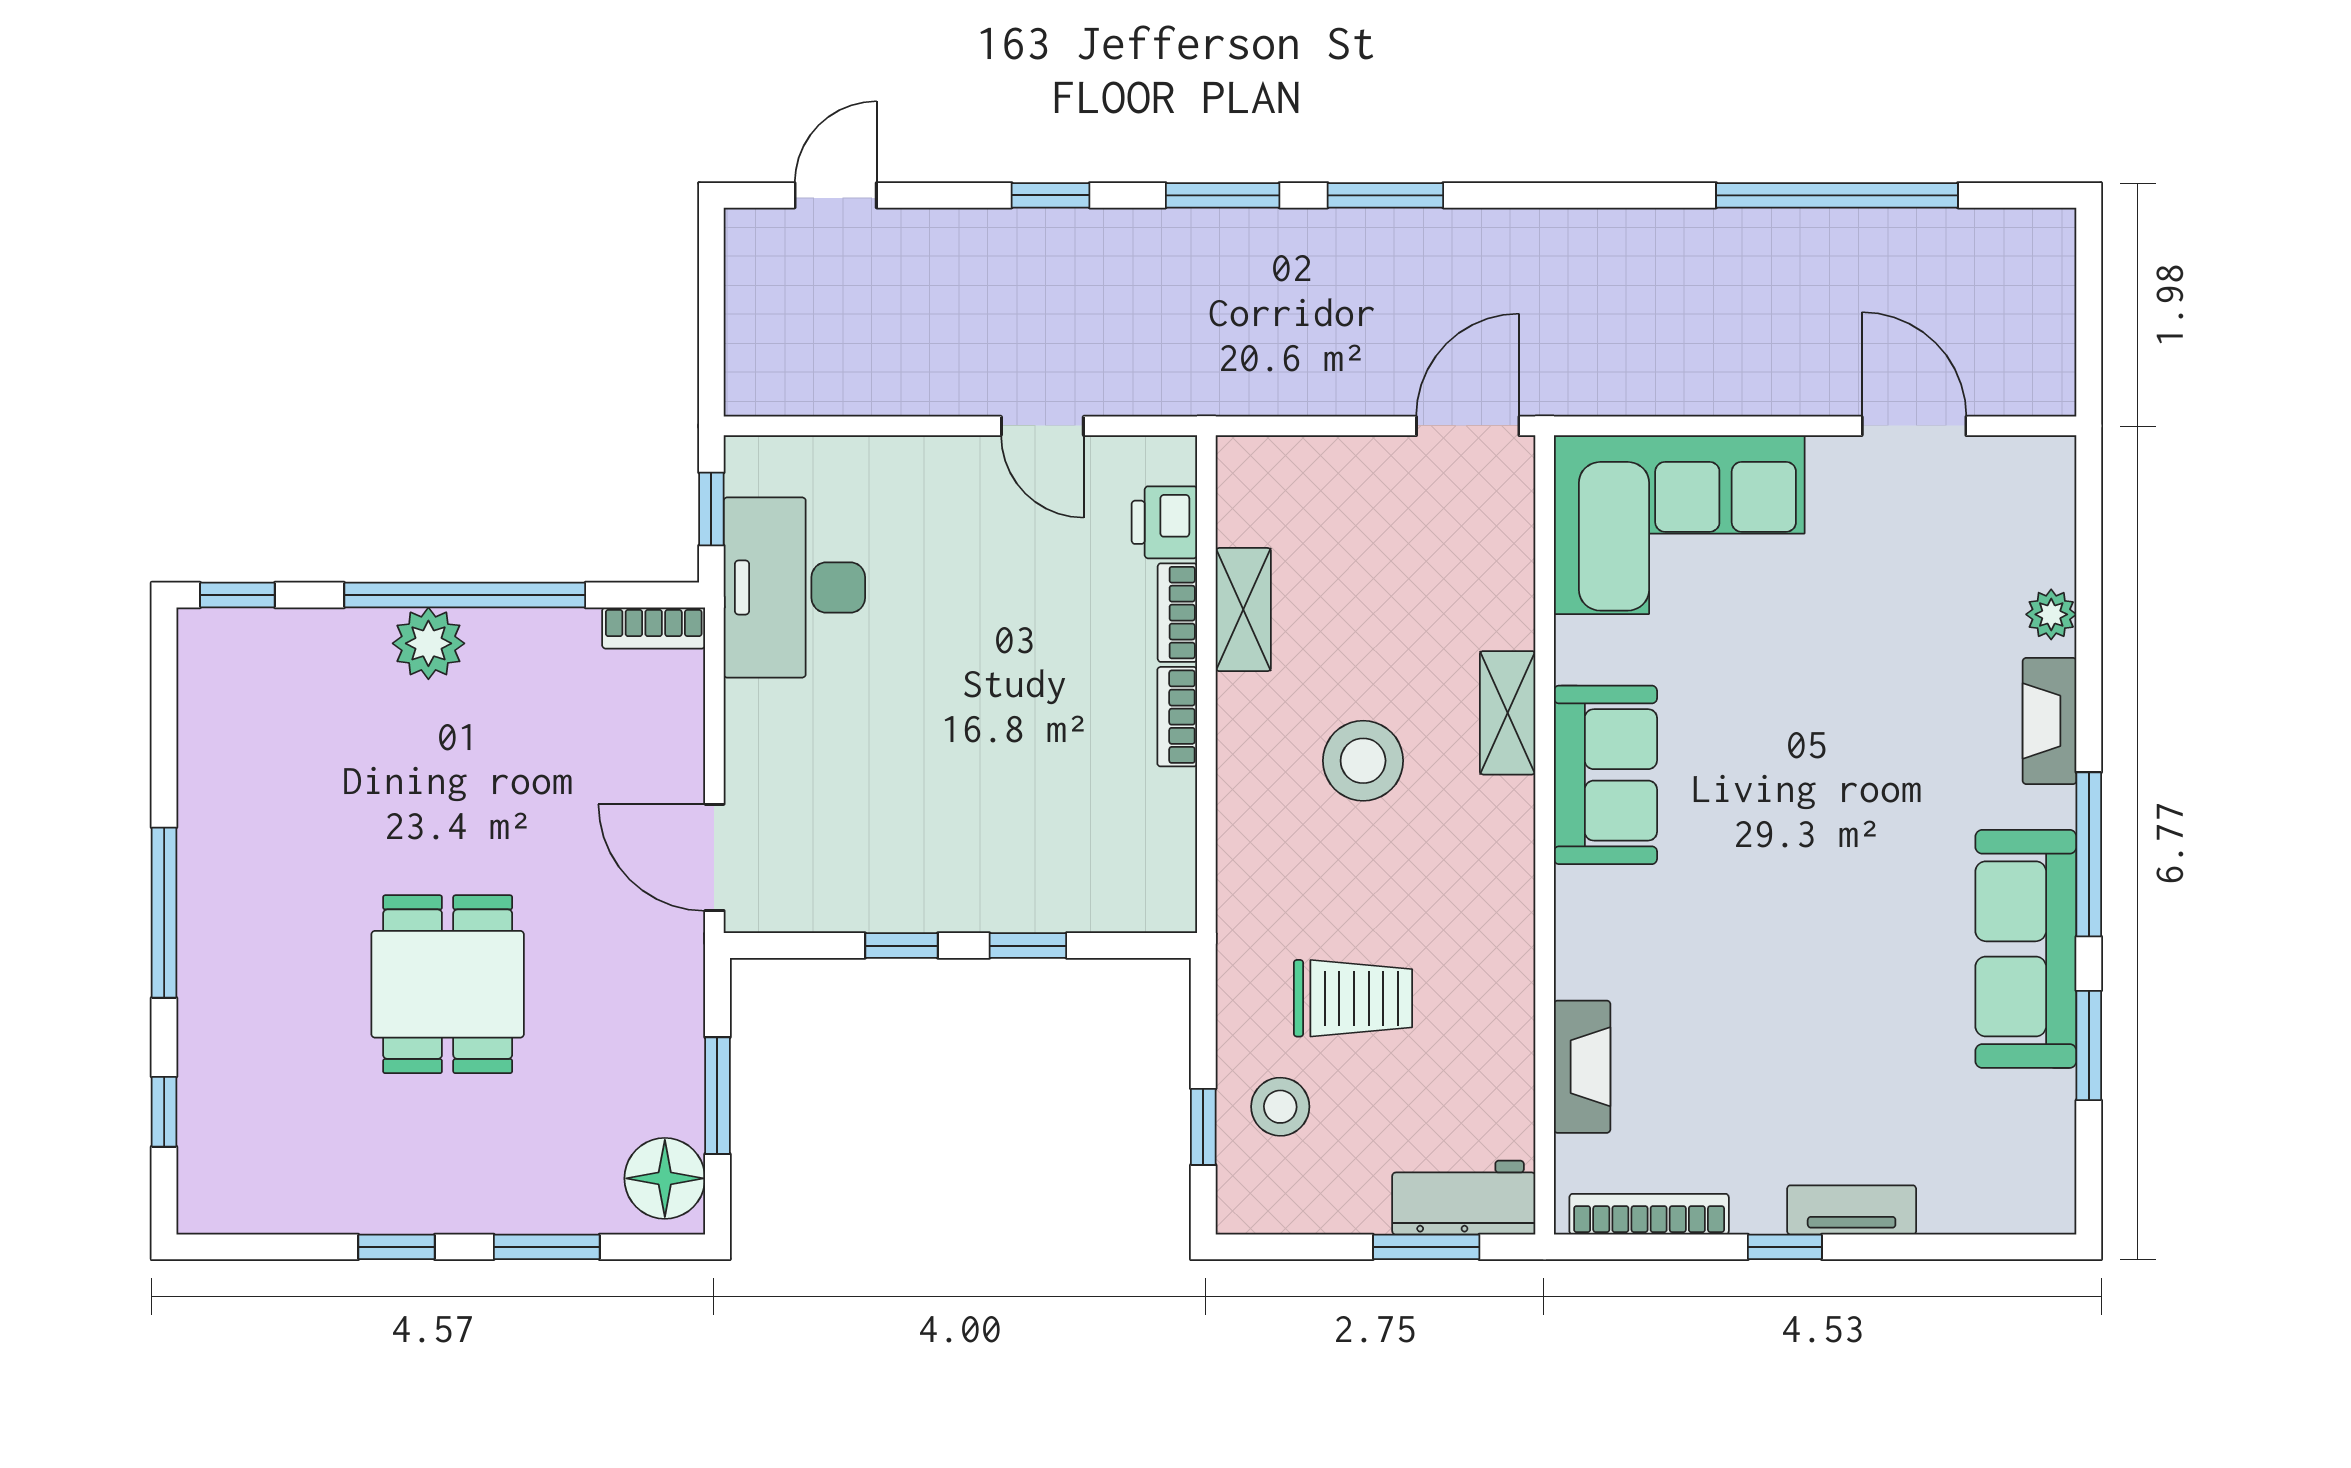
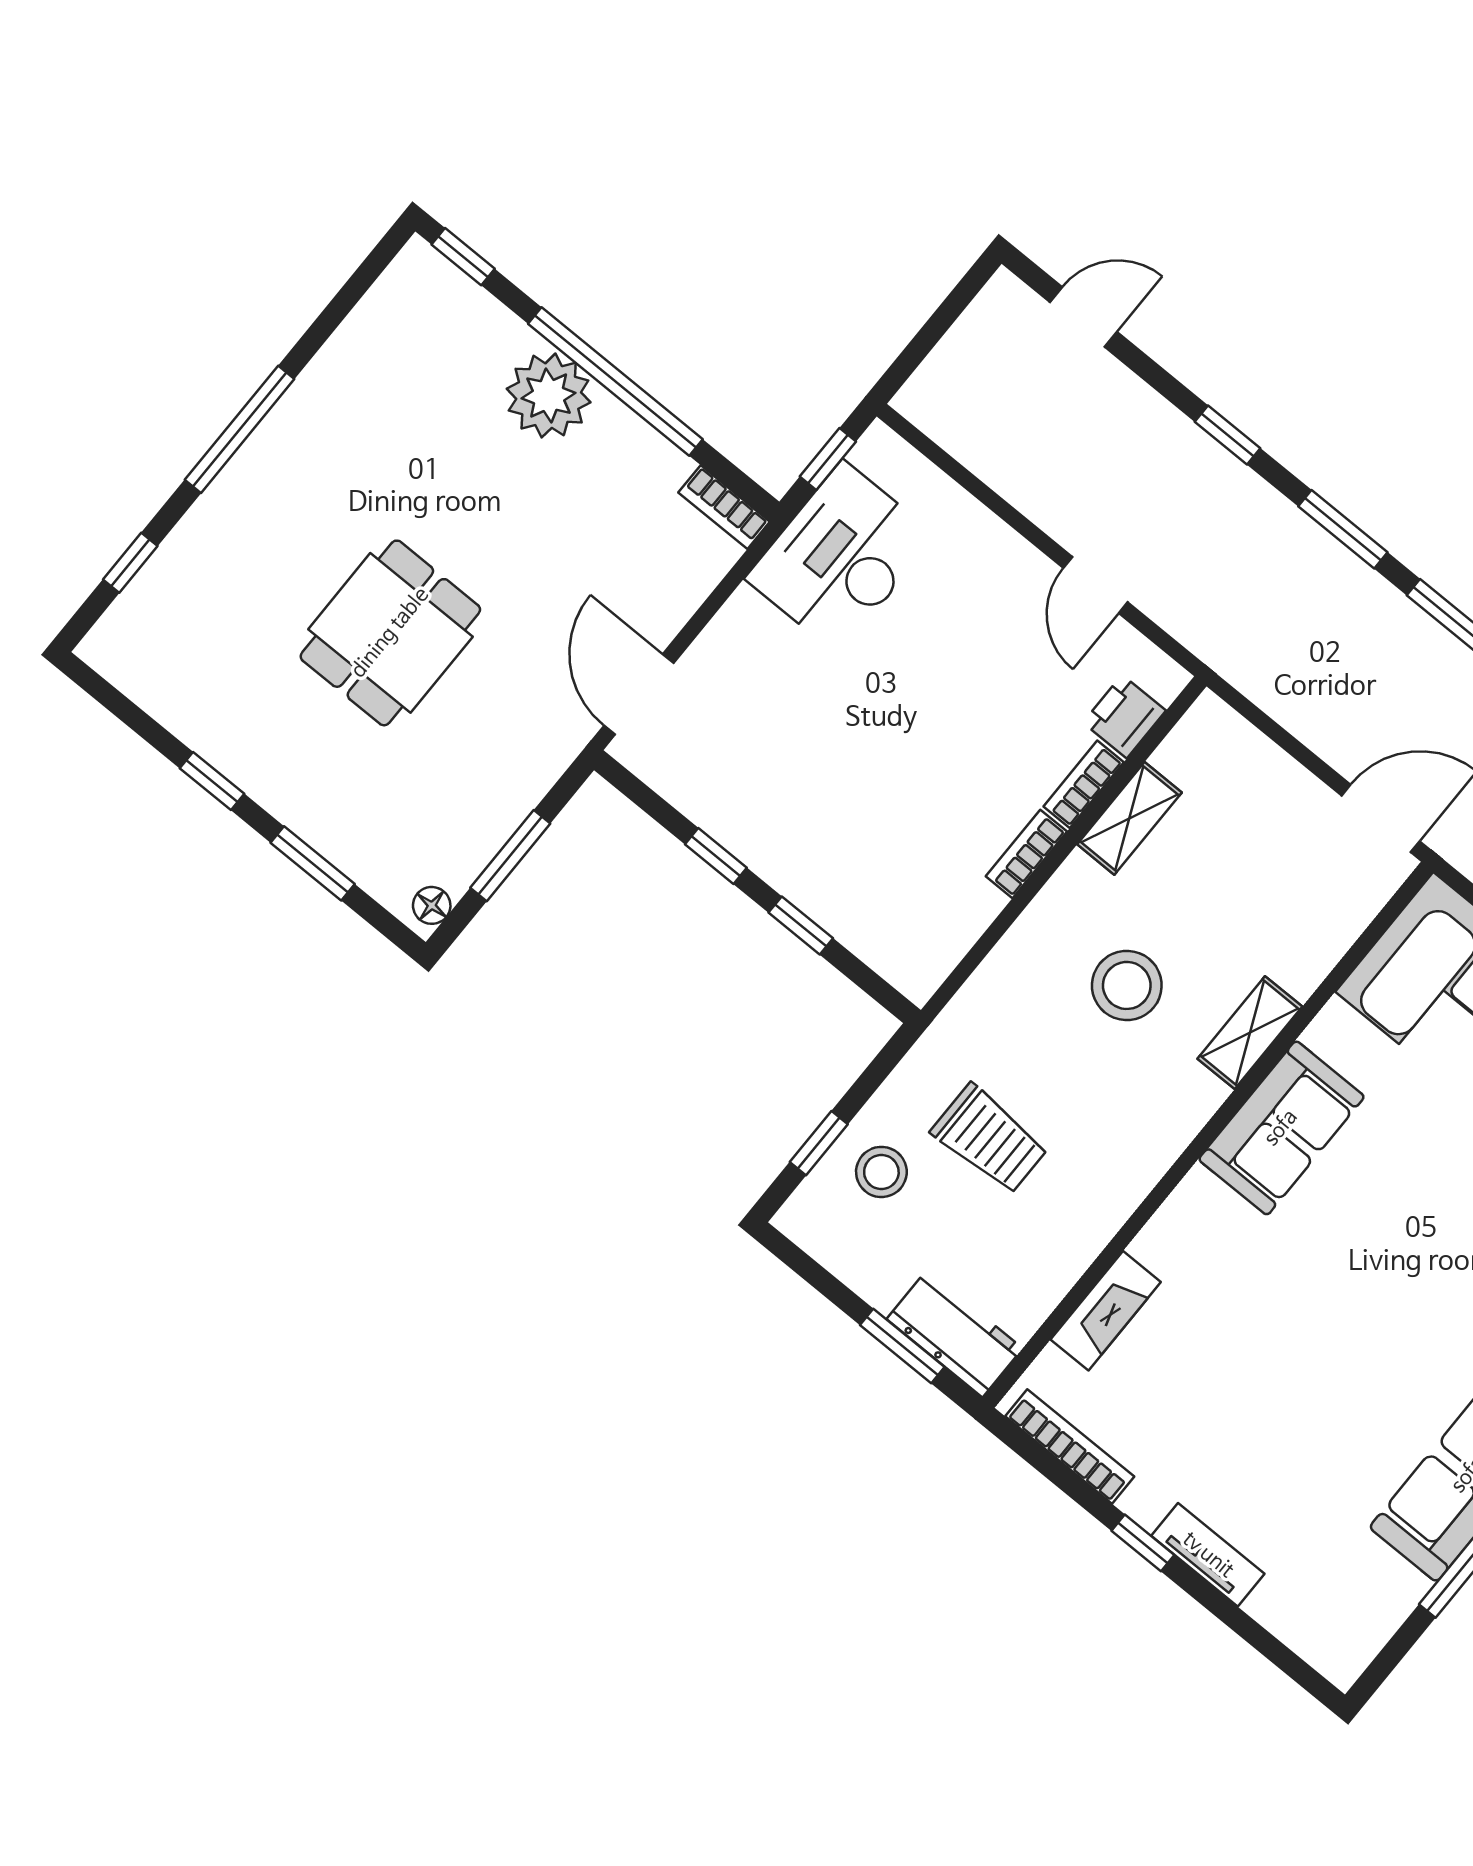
plant: (428, 643) -> (549, 396), width x1.36, depth x1.36
floor lamp: (665, 1178) -> (432, 905), width x0.53, depth x0.53

